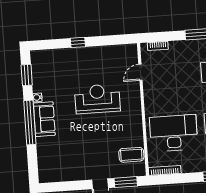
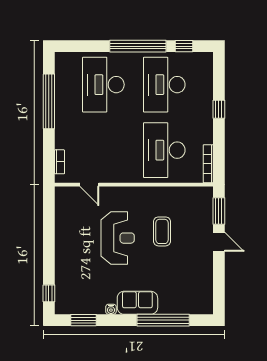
window: (78, 42) -> (49, 293), moved
reception desk: (97, 99) -> (118, 238), turned 180
window: (30, 123) -> (163, 320), moved
coffee table: (131, 155) -> (162, 231), moved

